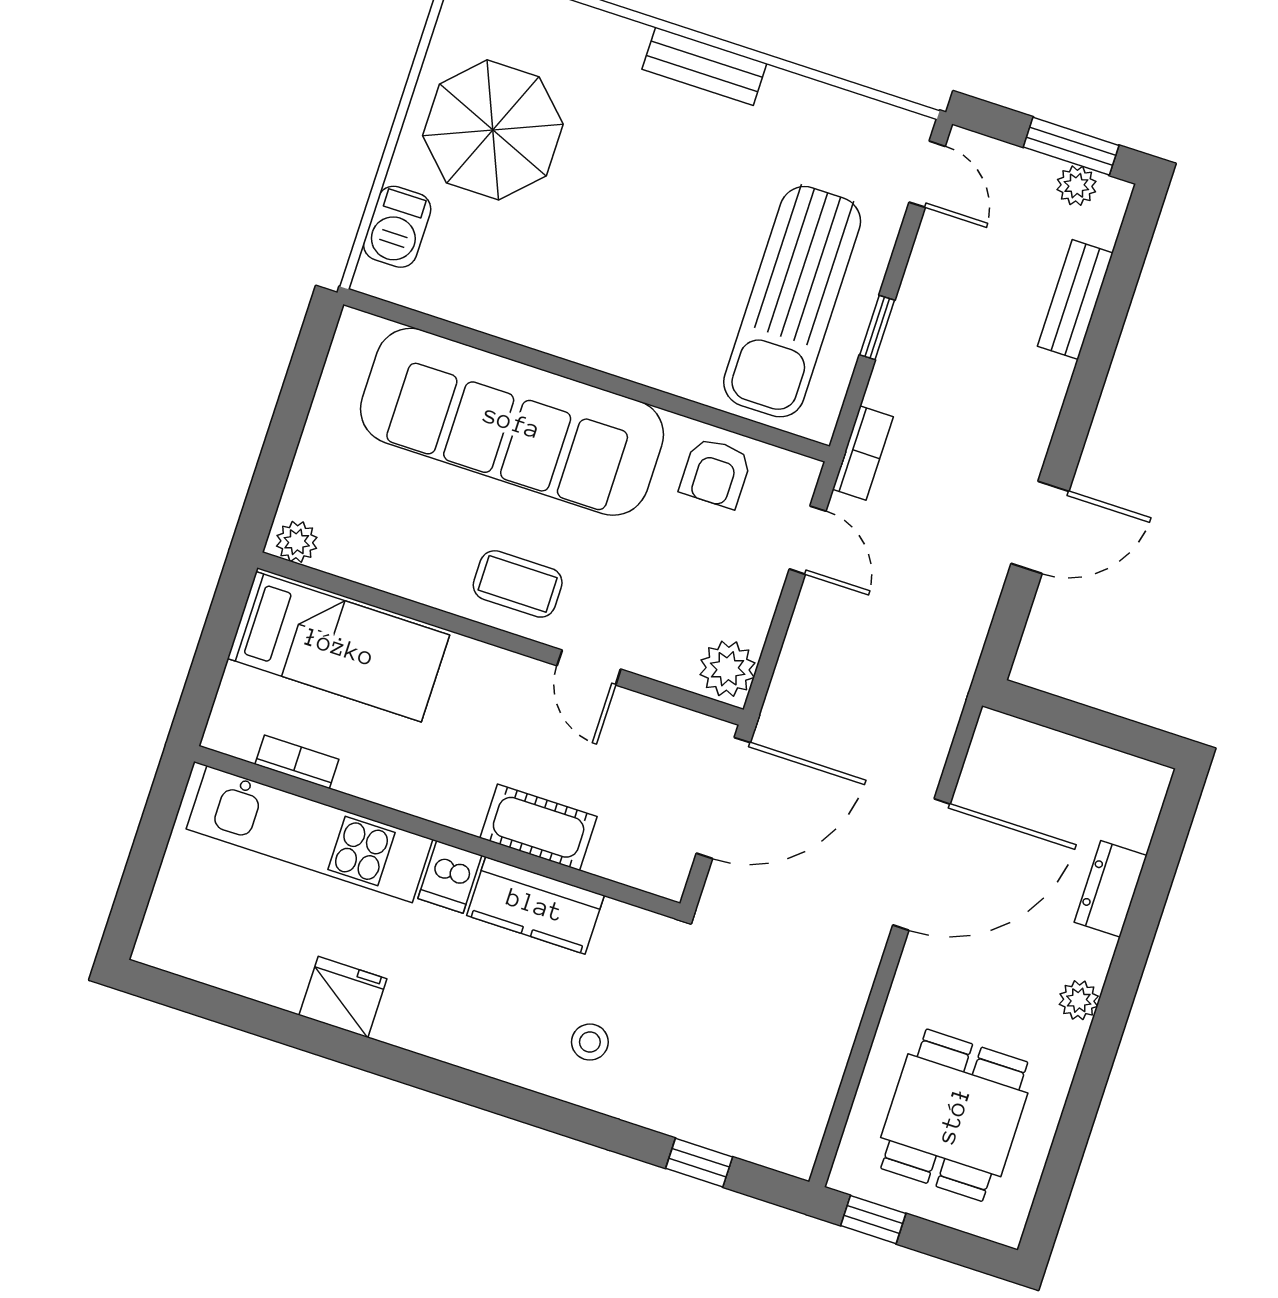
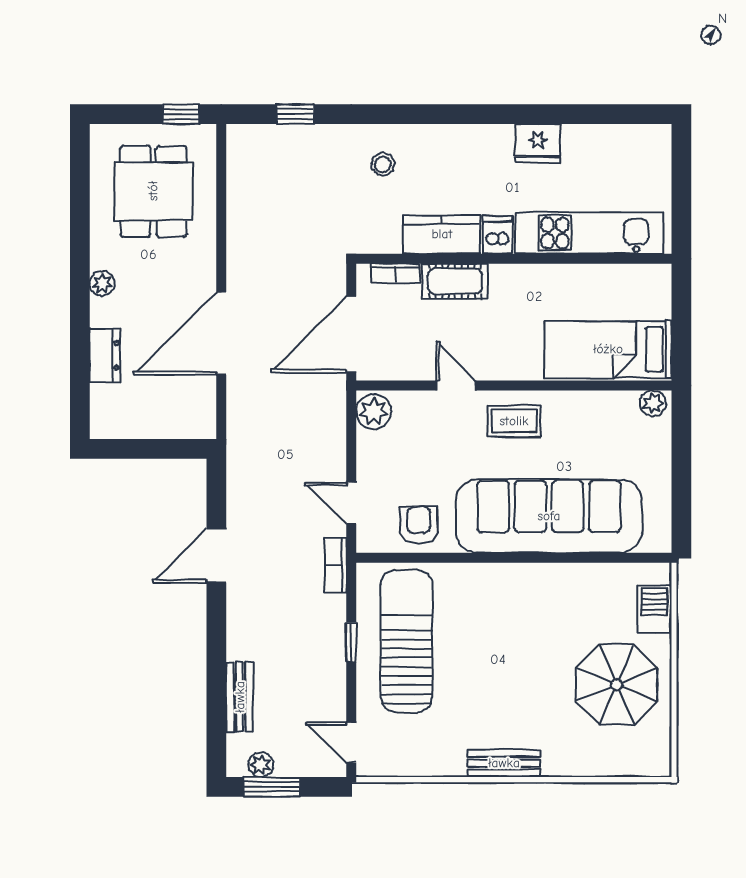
bookcase: (297, 762) -> (395, 273), moved

